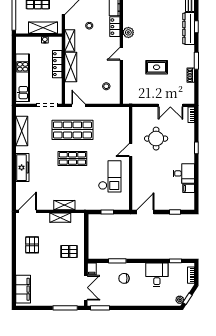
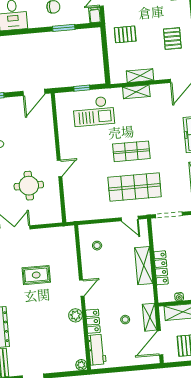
shelving: (70, 41) -> (150, 317), moved
checkout: (110, 176) -> (94, 111), moved, turned -90

